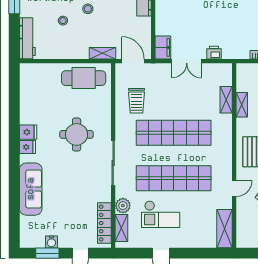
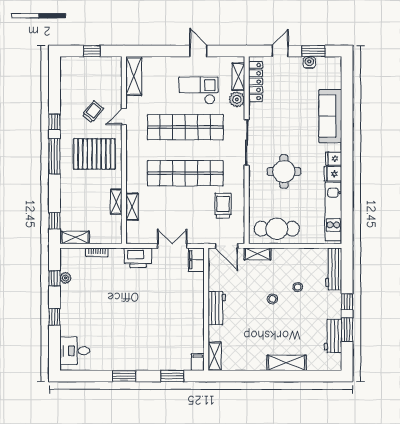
printer: (214, 53) -> (138, 258), width x1.87, depth x1.48
kitchen unit: (28, 95) -> (333, 211), added

